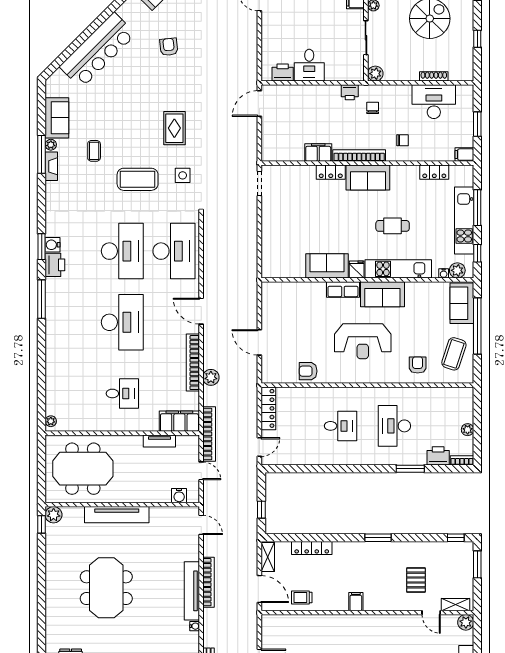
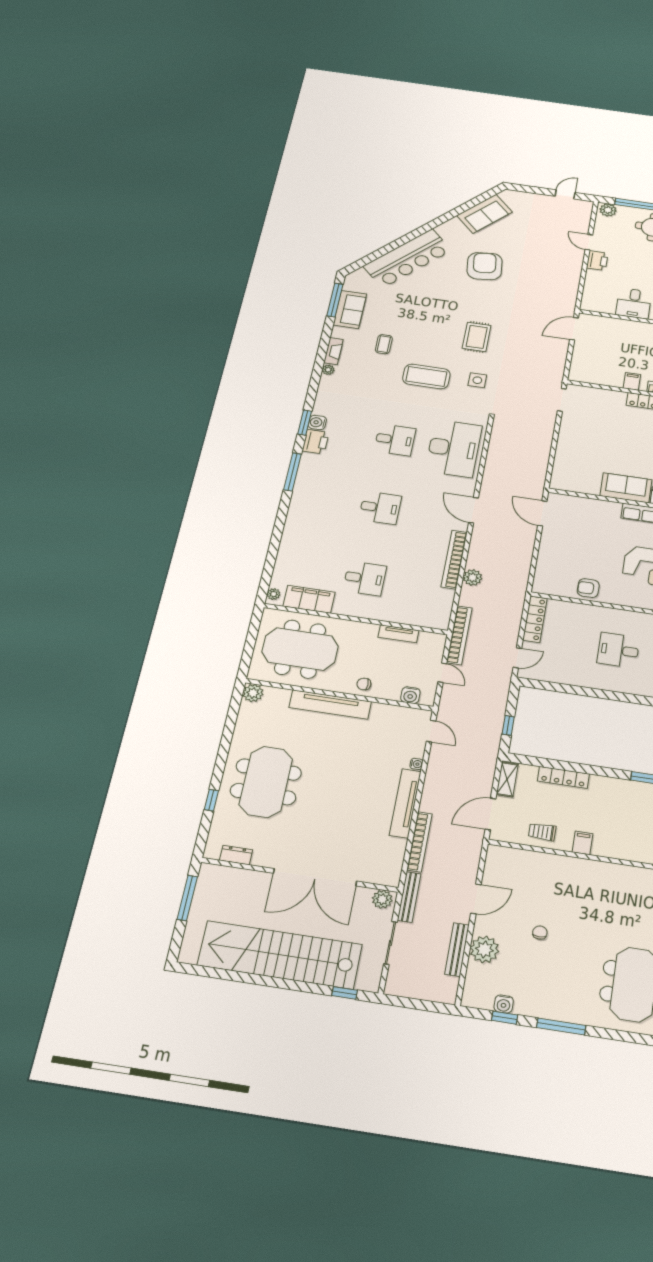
armchair: (169, 47) -> (485, 266), width x1.88, depth x1.88
printer: (283, 72) -> (597, 261), moved, turned 90
plant: (51, 145) -> (328, 370), moved
filing cabinet: (318, 153) -> (632, 381), width x0.50
window: (42, 154) -> (335, 300), moved
desk: (122, 251) -> (395, 440), width x0.53, depth x0.77
desk: (122, 322) -> (380, 508), width x0.53, depth x0.77
door: (259, 342) -> (542, 513), moved
filing cabinet: (179, 421) -> (309, 599), moved
desk: (340, 426) -> (618, 650), turned 180
chair: (140, 492) -> (364, 684), added
window: (42, 524) -> (211, 800), moved
bookcase: (209, 582) -> (420, 842), moved
meeting table: (106, 588) -> (266, 782), moved
door: (259, 589) -> (491, 814), swing flipped
filing cabinet: (356, 602) -> (582, 843), moved
water cooler: (195, 626) -> (416, 764), moved

